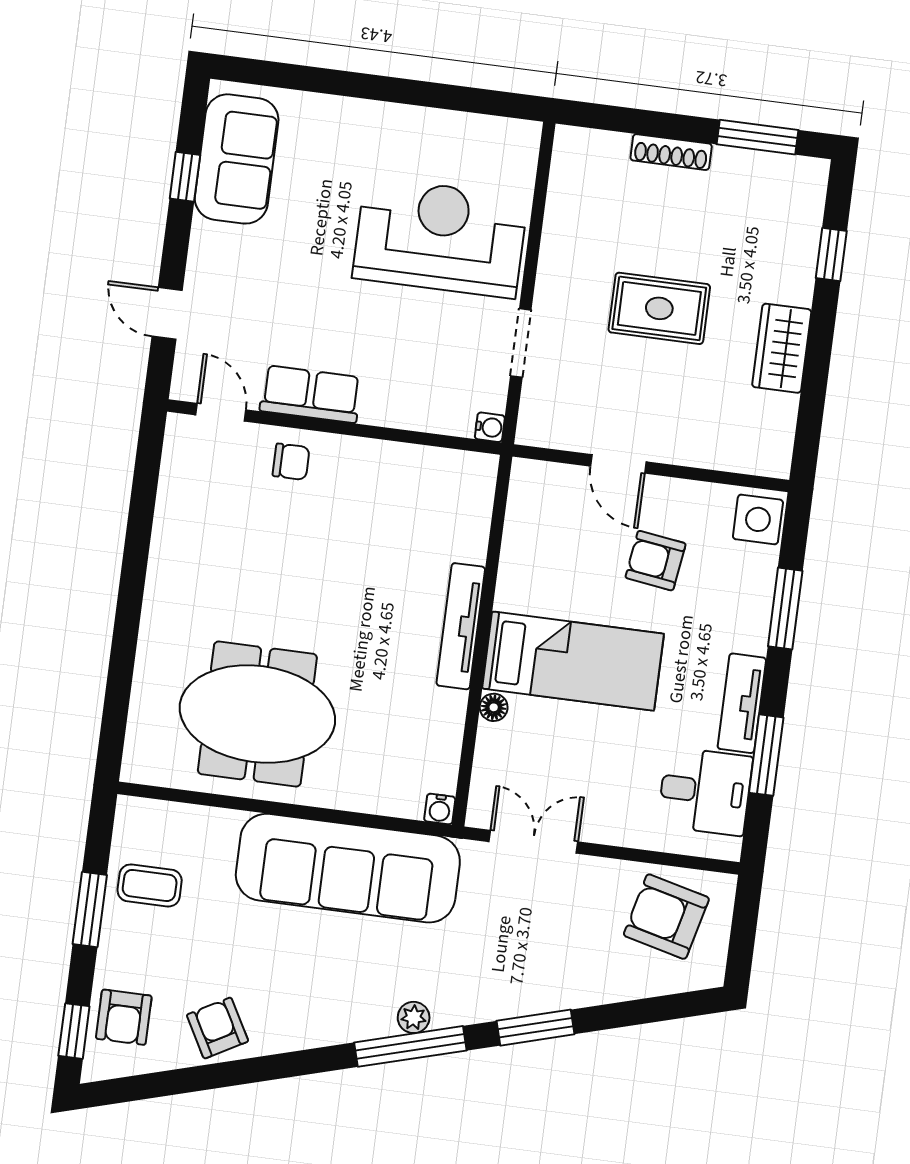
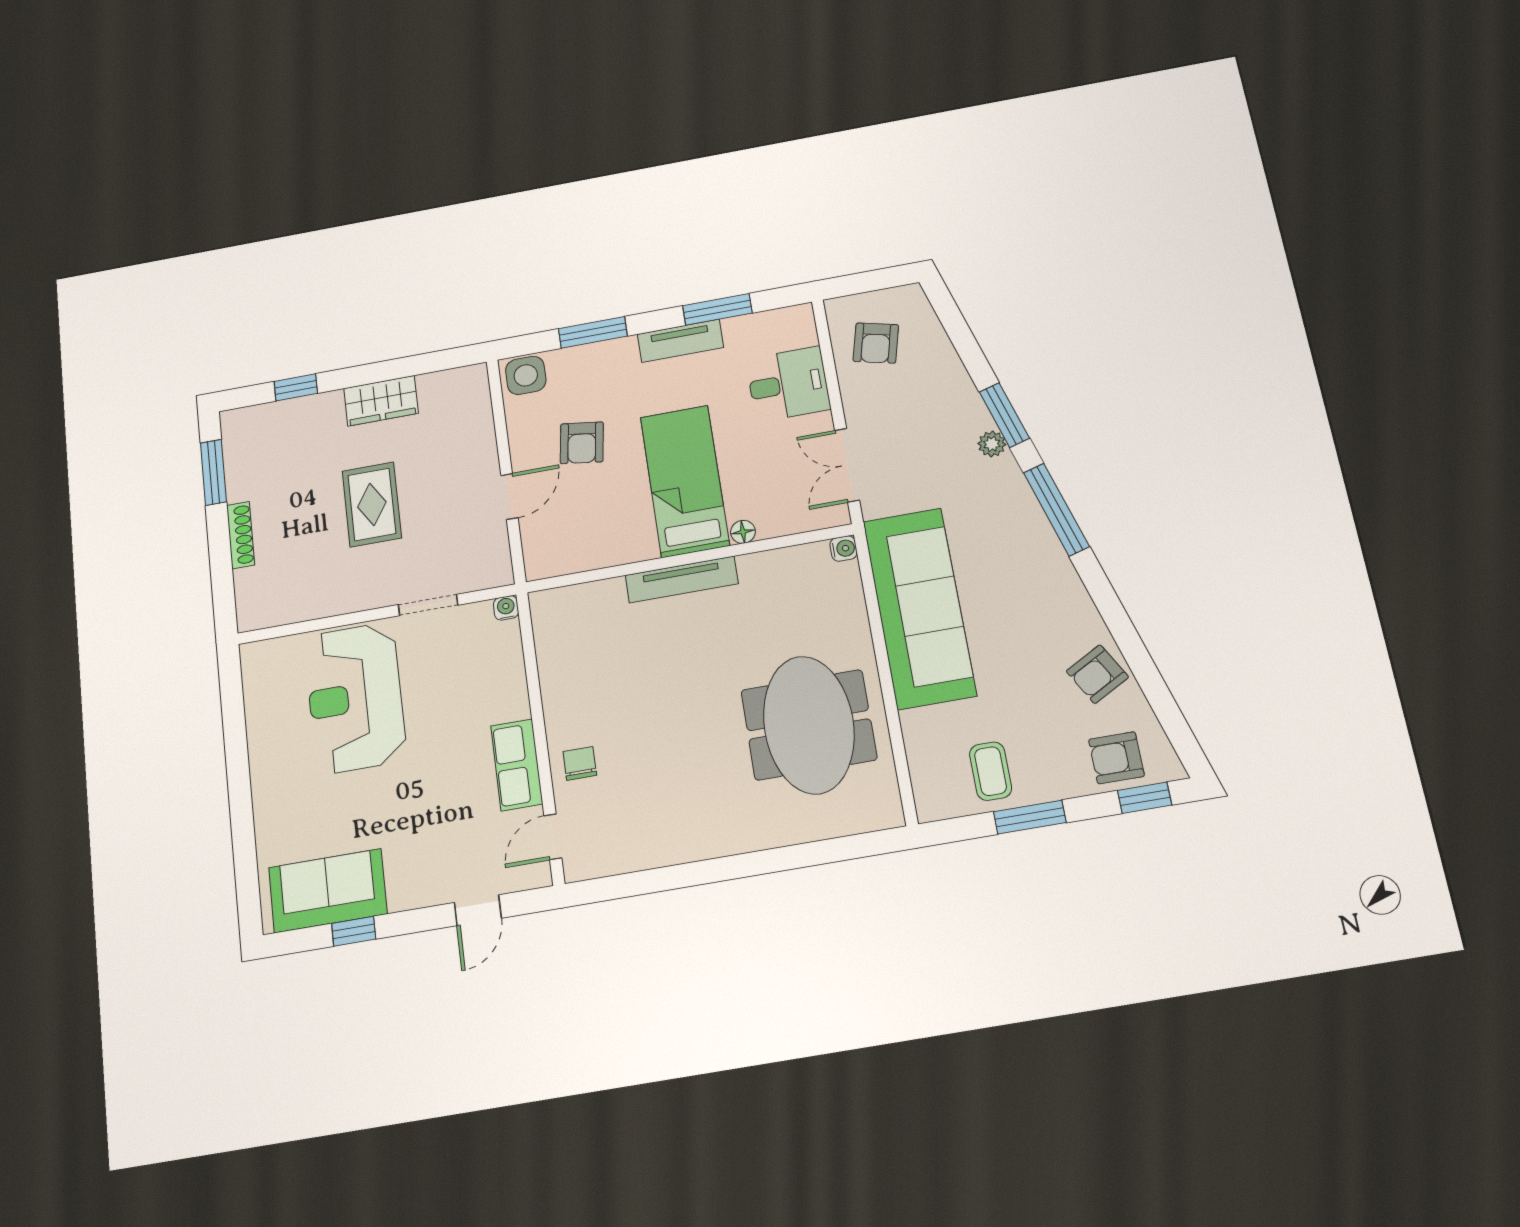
desk: (705, 791) -> (788, 384), moved, turned 90
armchair: (666, 917) -> (876, 343), width x0.72, depth x0.72
armchair: (124, 1017) -> (1116, 758), turned 180
plant: (414, 1017) -> (992, 444), moved

